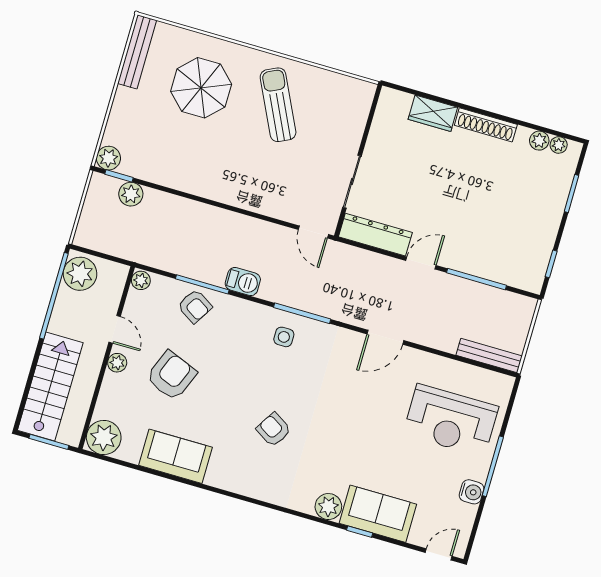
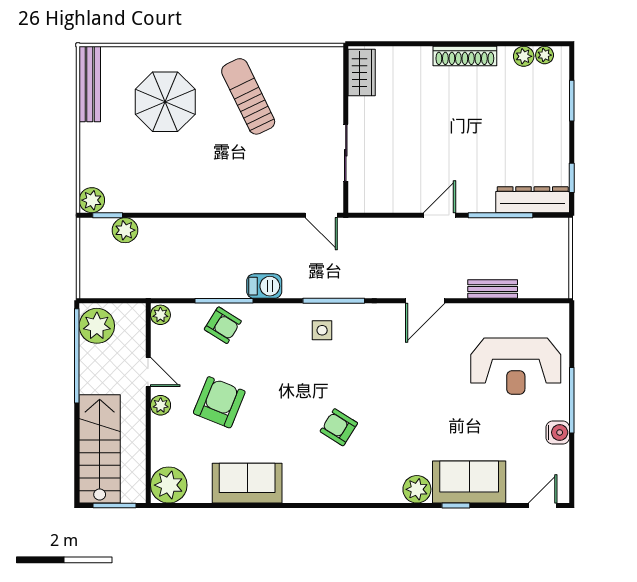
wardrobe: (433, 113) -> (362, 73), moved, turned -90
dresser: (375, 235) -> (533, 200), moved
bench: (489, 356) -> (493, 289), moved, width x0.73

